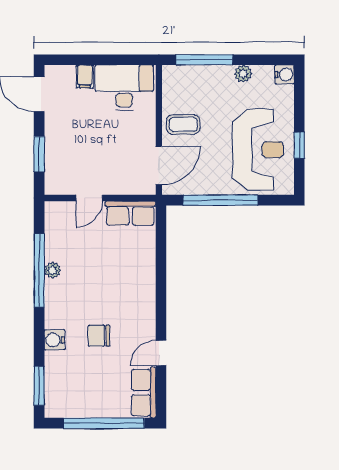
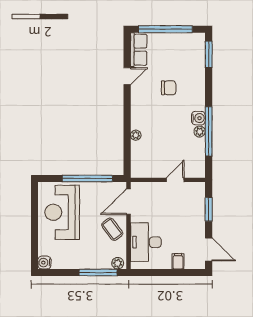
plant: (243, 74) -> (118, 263), moved
desk: (124, 88) -> (146, 242), moved, turned 90
coffee table: (183, 124) -> (112, 229), turned 53
window: (299, 145) -> (34, 215), removed
row of seats: (130, 213) -> (148, 170), removed
plant: (148, 265) -> (136, 135), added
water cooler: (55, 340) -> (198, 118), moved

